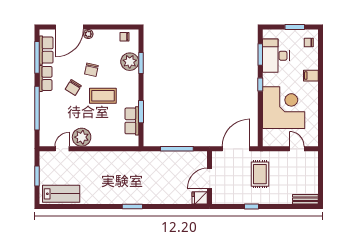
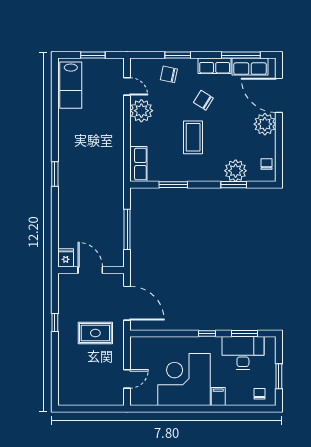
plant: (88, 34) -> (265, 124), width x1.88, depth x1.88
chair: (91, 70) -> (169, 74), moved
window: (37, 108) -> (178, 55), width x0.47
corner desk: (284, 108) -> (184, 379), moved, turned 180
row of seats: (132, 121) -> (138, 164), moved, turned 90
bench: (305, 199) -> (64, 390), removed

